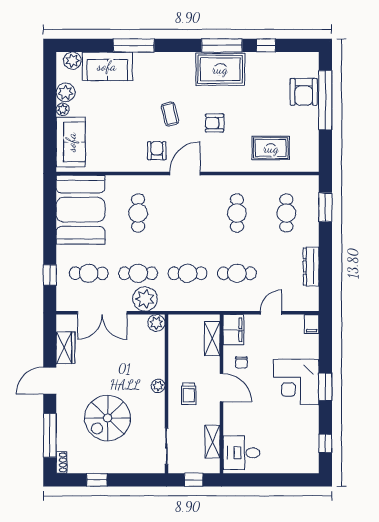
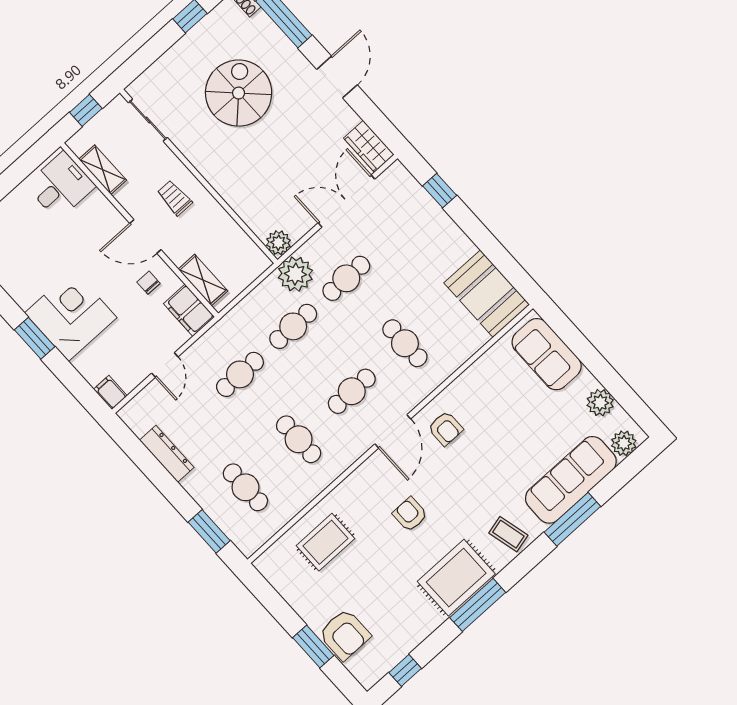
window: (266, 45) -> (405, 670), moved
sofa: (107, 66) -> (571, 480), width x1.36
armchair: (304, 92) -> (345, 635), turned 180
window: (325, 100) -> (313, 647), width x0.47
plant: (63, 109) -> (587, 381), removed
coffee table: (170, 114) -> (508, 534), moved
armchair: (215, 123) -> (410, 514), turned -90
booth: (81, 210) -> (487, 294), width x0.73, depth x0.70
cafe table: (89, 273) -> (352, 391), moved
plant: (145, 299) -> (295, 274), moved
wardrobe: (65, 348) -> (369, 146), moved
plant: (158, 386) -> (215, 177), removed

